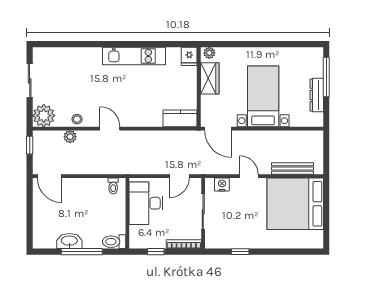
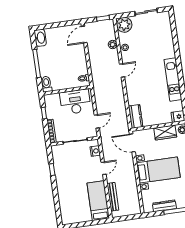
door: (218, 129) -> (132, 143), hinge flipped
door: (179, 176) -> (97, 121), swing flipped
bed: (295, 204) -> (98, 201), width x0.49
washbasin: (69, 241) -> (40, 38), moved

